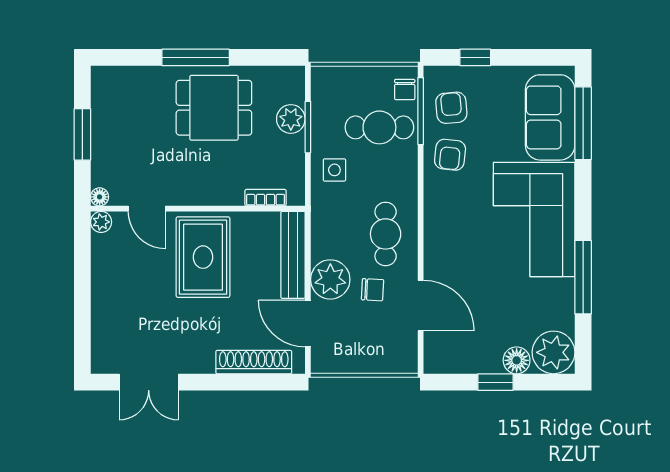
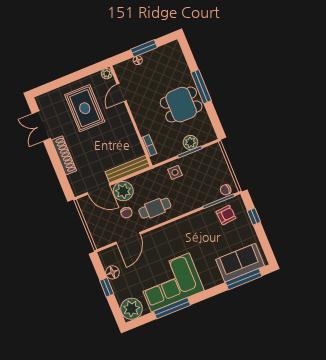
dining table: (214, 108) -> (181, 105), turned 90
cafe table: (379, 127) -> (203, 185), removed
armchair: (450, 155) -> (204, 223), removed
floor lamp: (100, 197) -> (138, 60), moved
corner sofa: (534, 219) -> (170, 282), moved
rug: (203, 257) -> (85, 108), moved, turned 90
door: (308, 324) -> (99, 189), swing flipped
floor lamp: (517, 360) -> (112, 272), moved
shoe rack: (254, 362) -> (64, 155), moved

